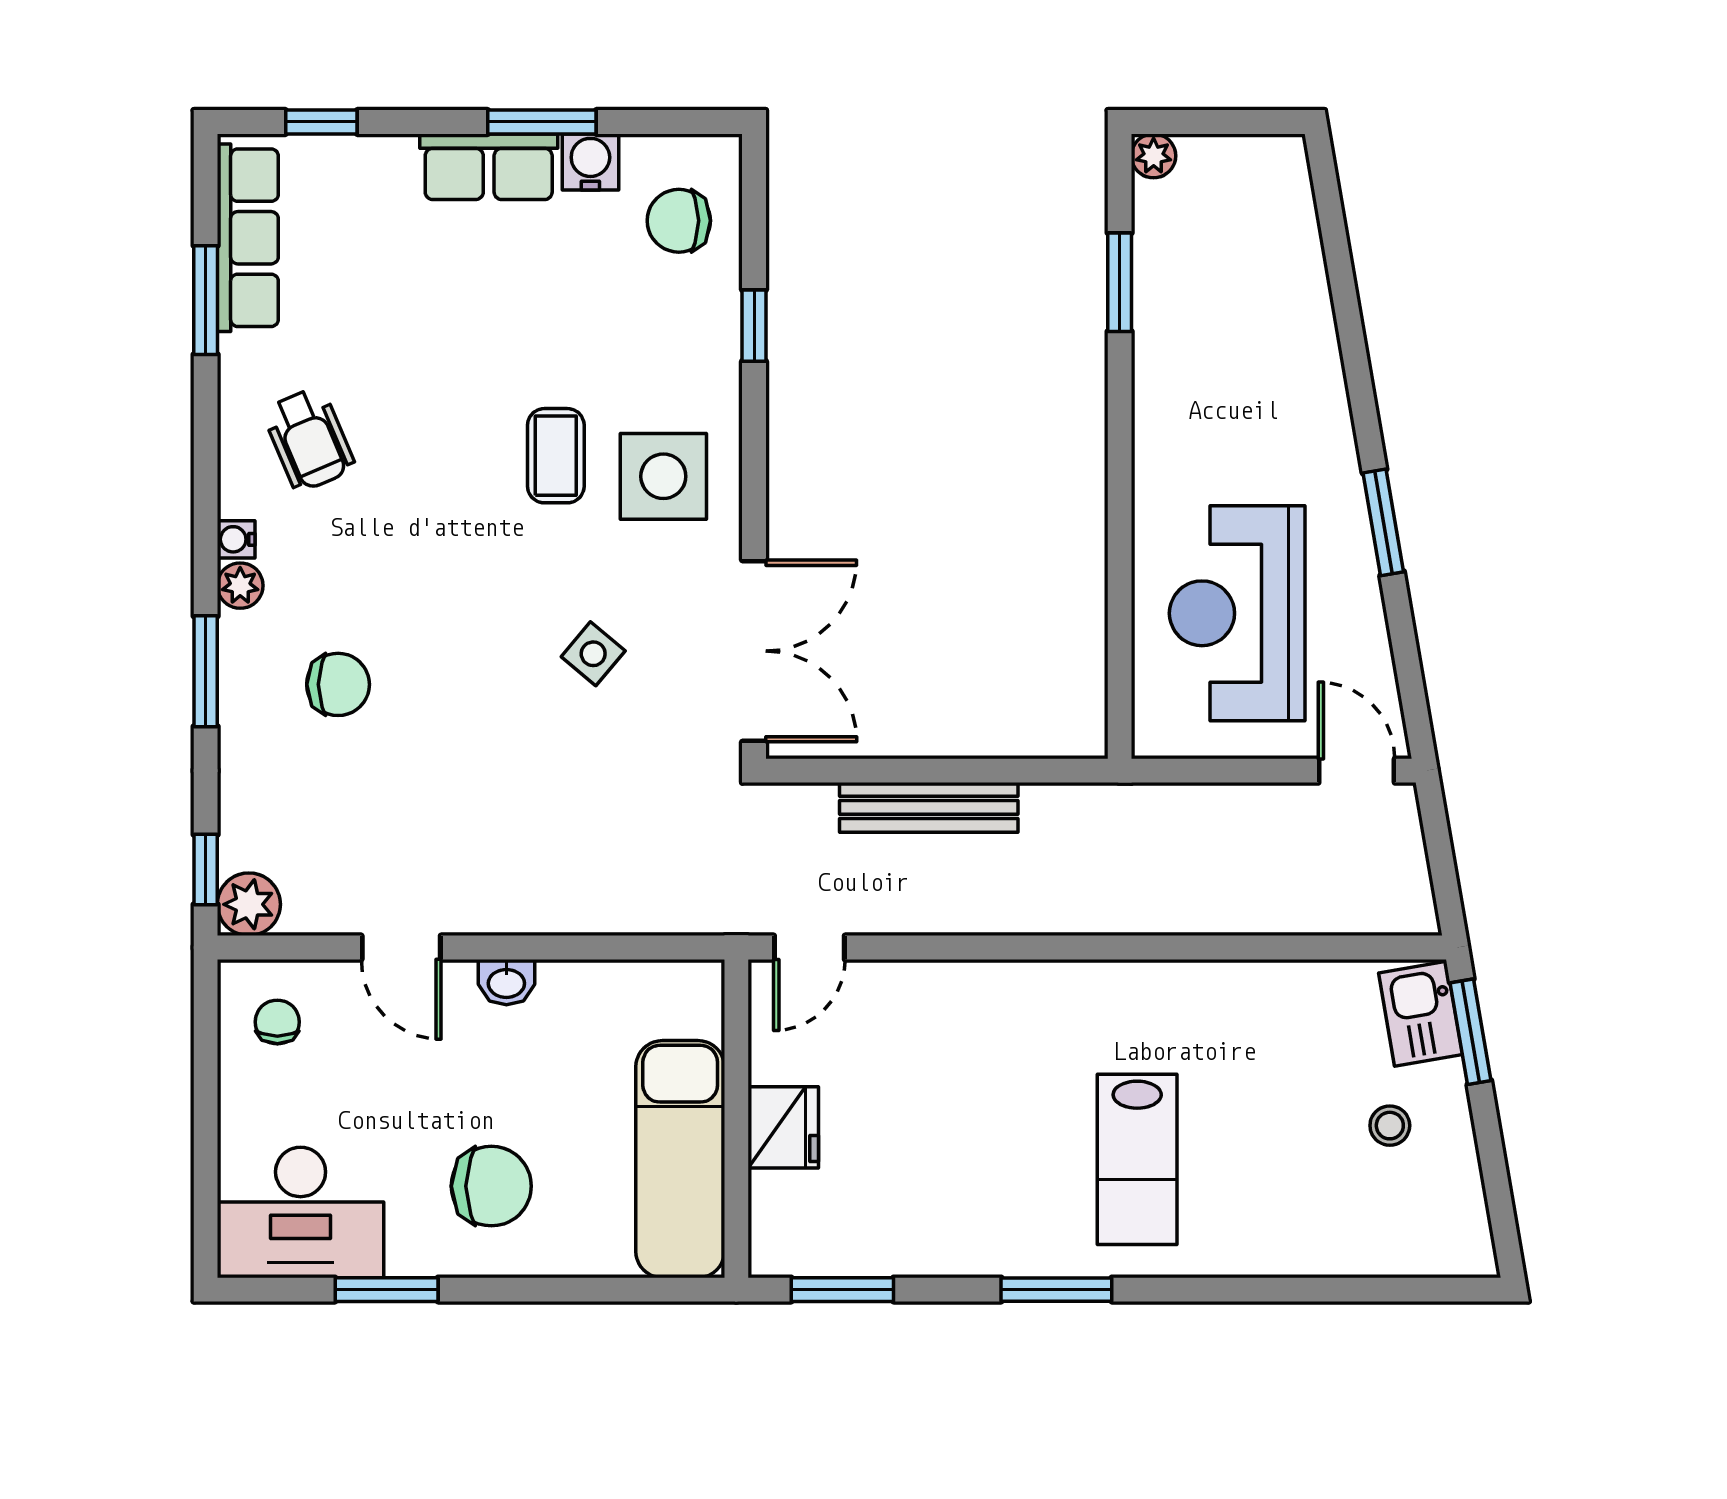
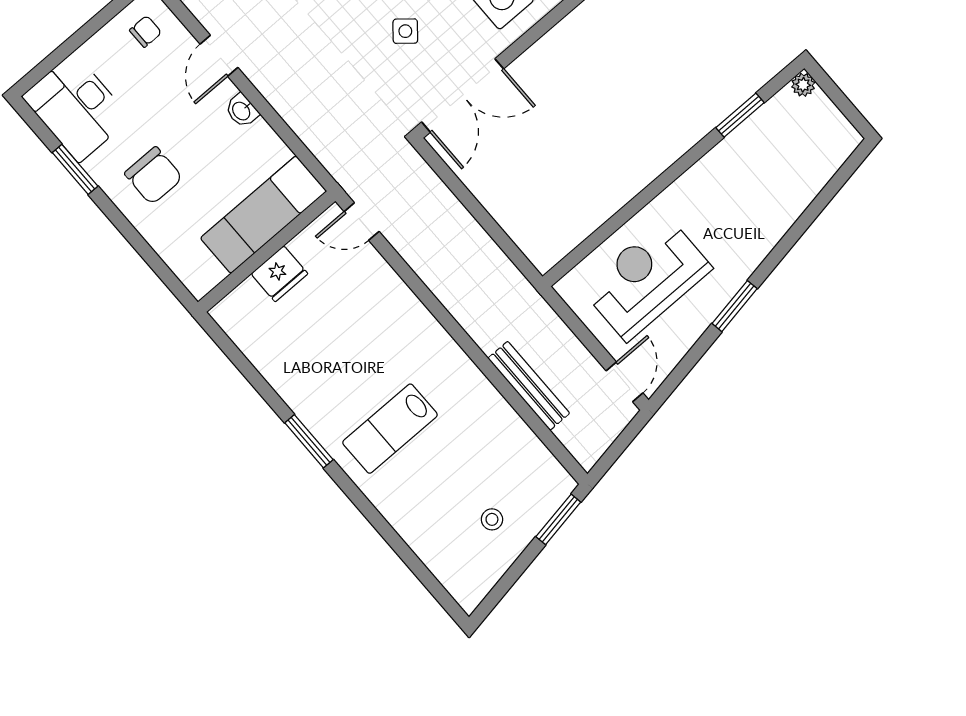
bench: (929, 807) -> (529, 386), moved
kitchen sink: (1421, 1014) -> (548, 493), removed
exam couch: (680, 1159) -> (263, 215), moved
window: (842, 1290) -> (234, 354), removed

